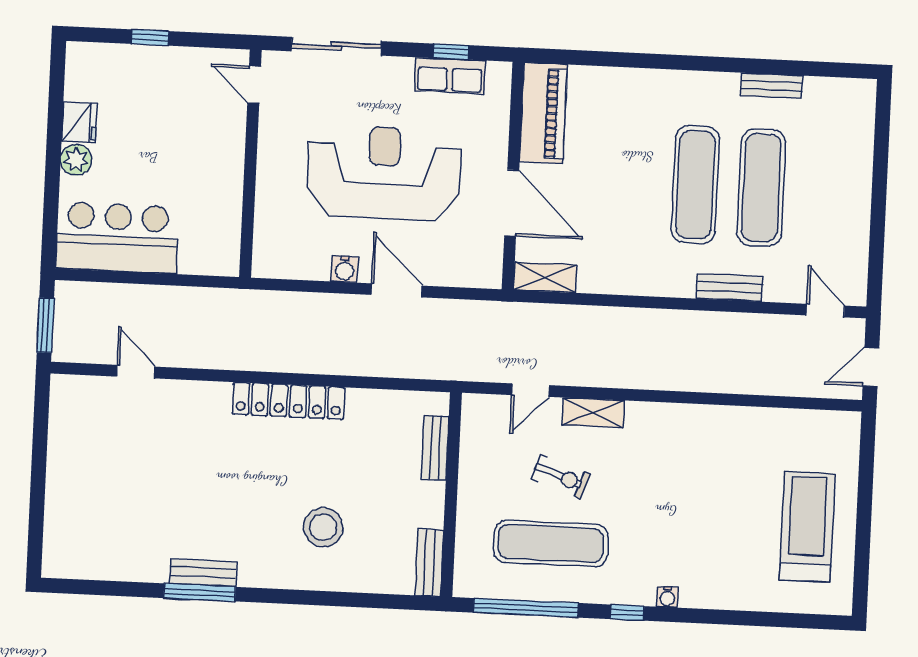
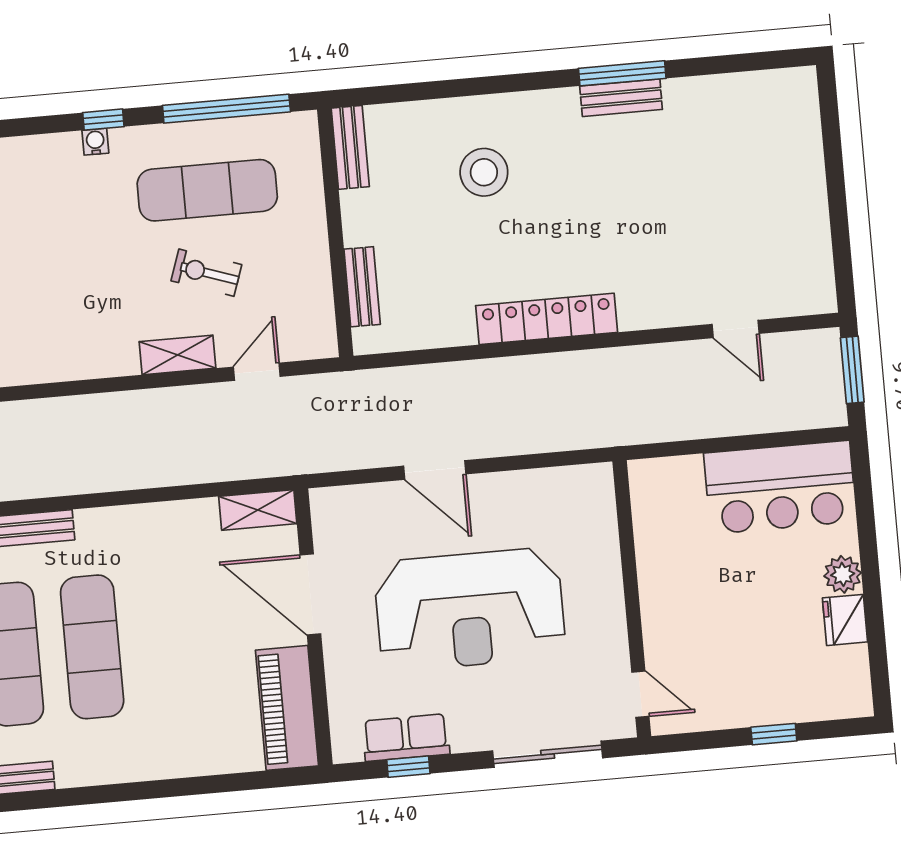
water cooler: (345, 269) -> (501, 487), removed
water cooler: (667, 597) -> (95, 142), moved

